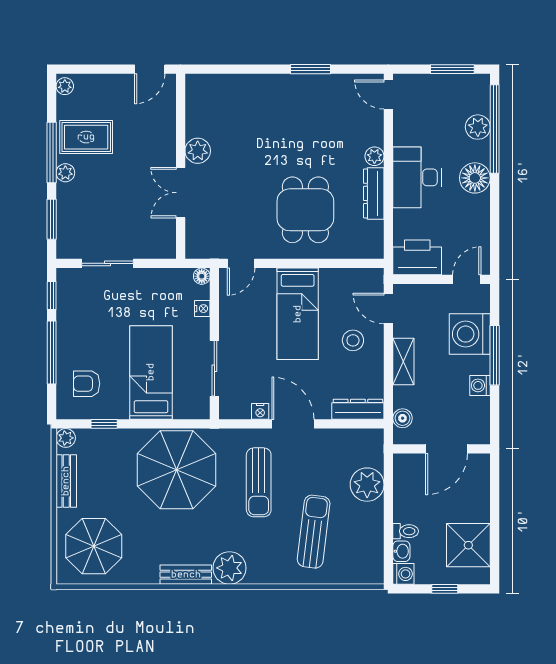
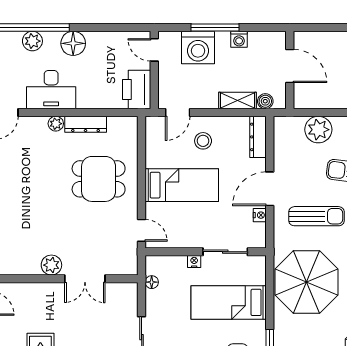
desk: (417, 177) -> (51, 90), moved
floor lamp: (202, 276) -> (152, 282), moved
nightstand: (202, 309) -> (194, 261), moved
shelving: (403, 361) -> (238, 100), moved

